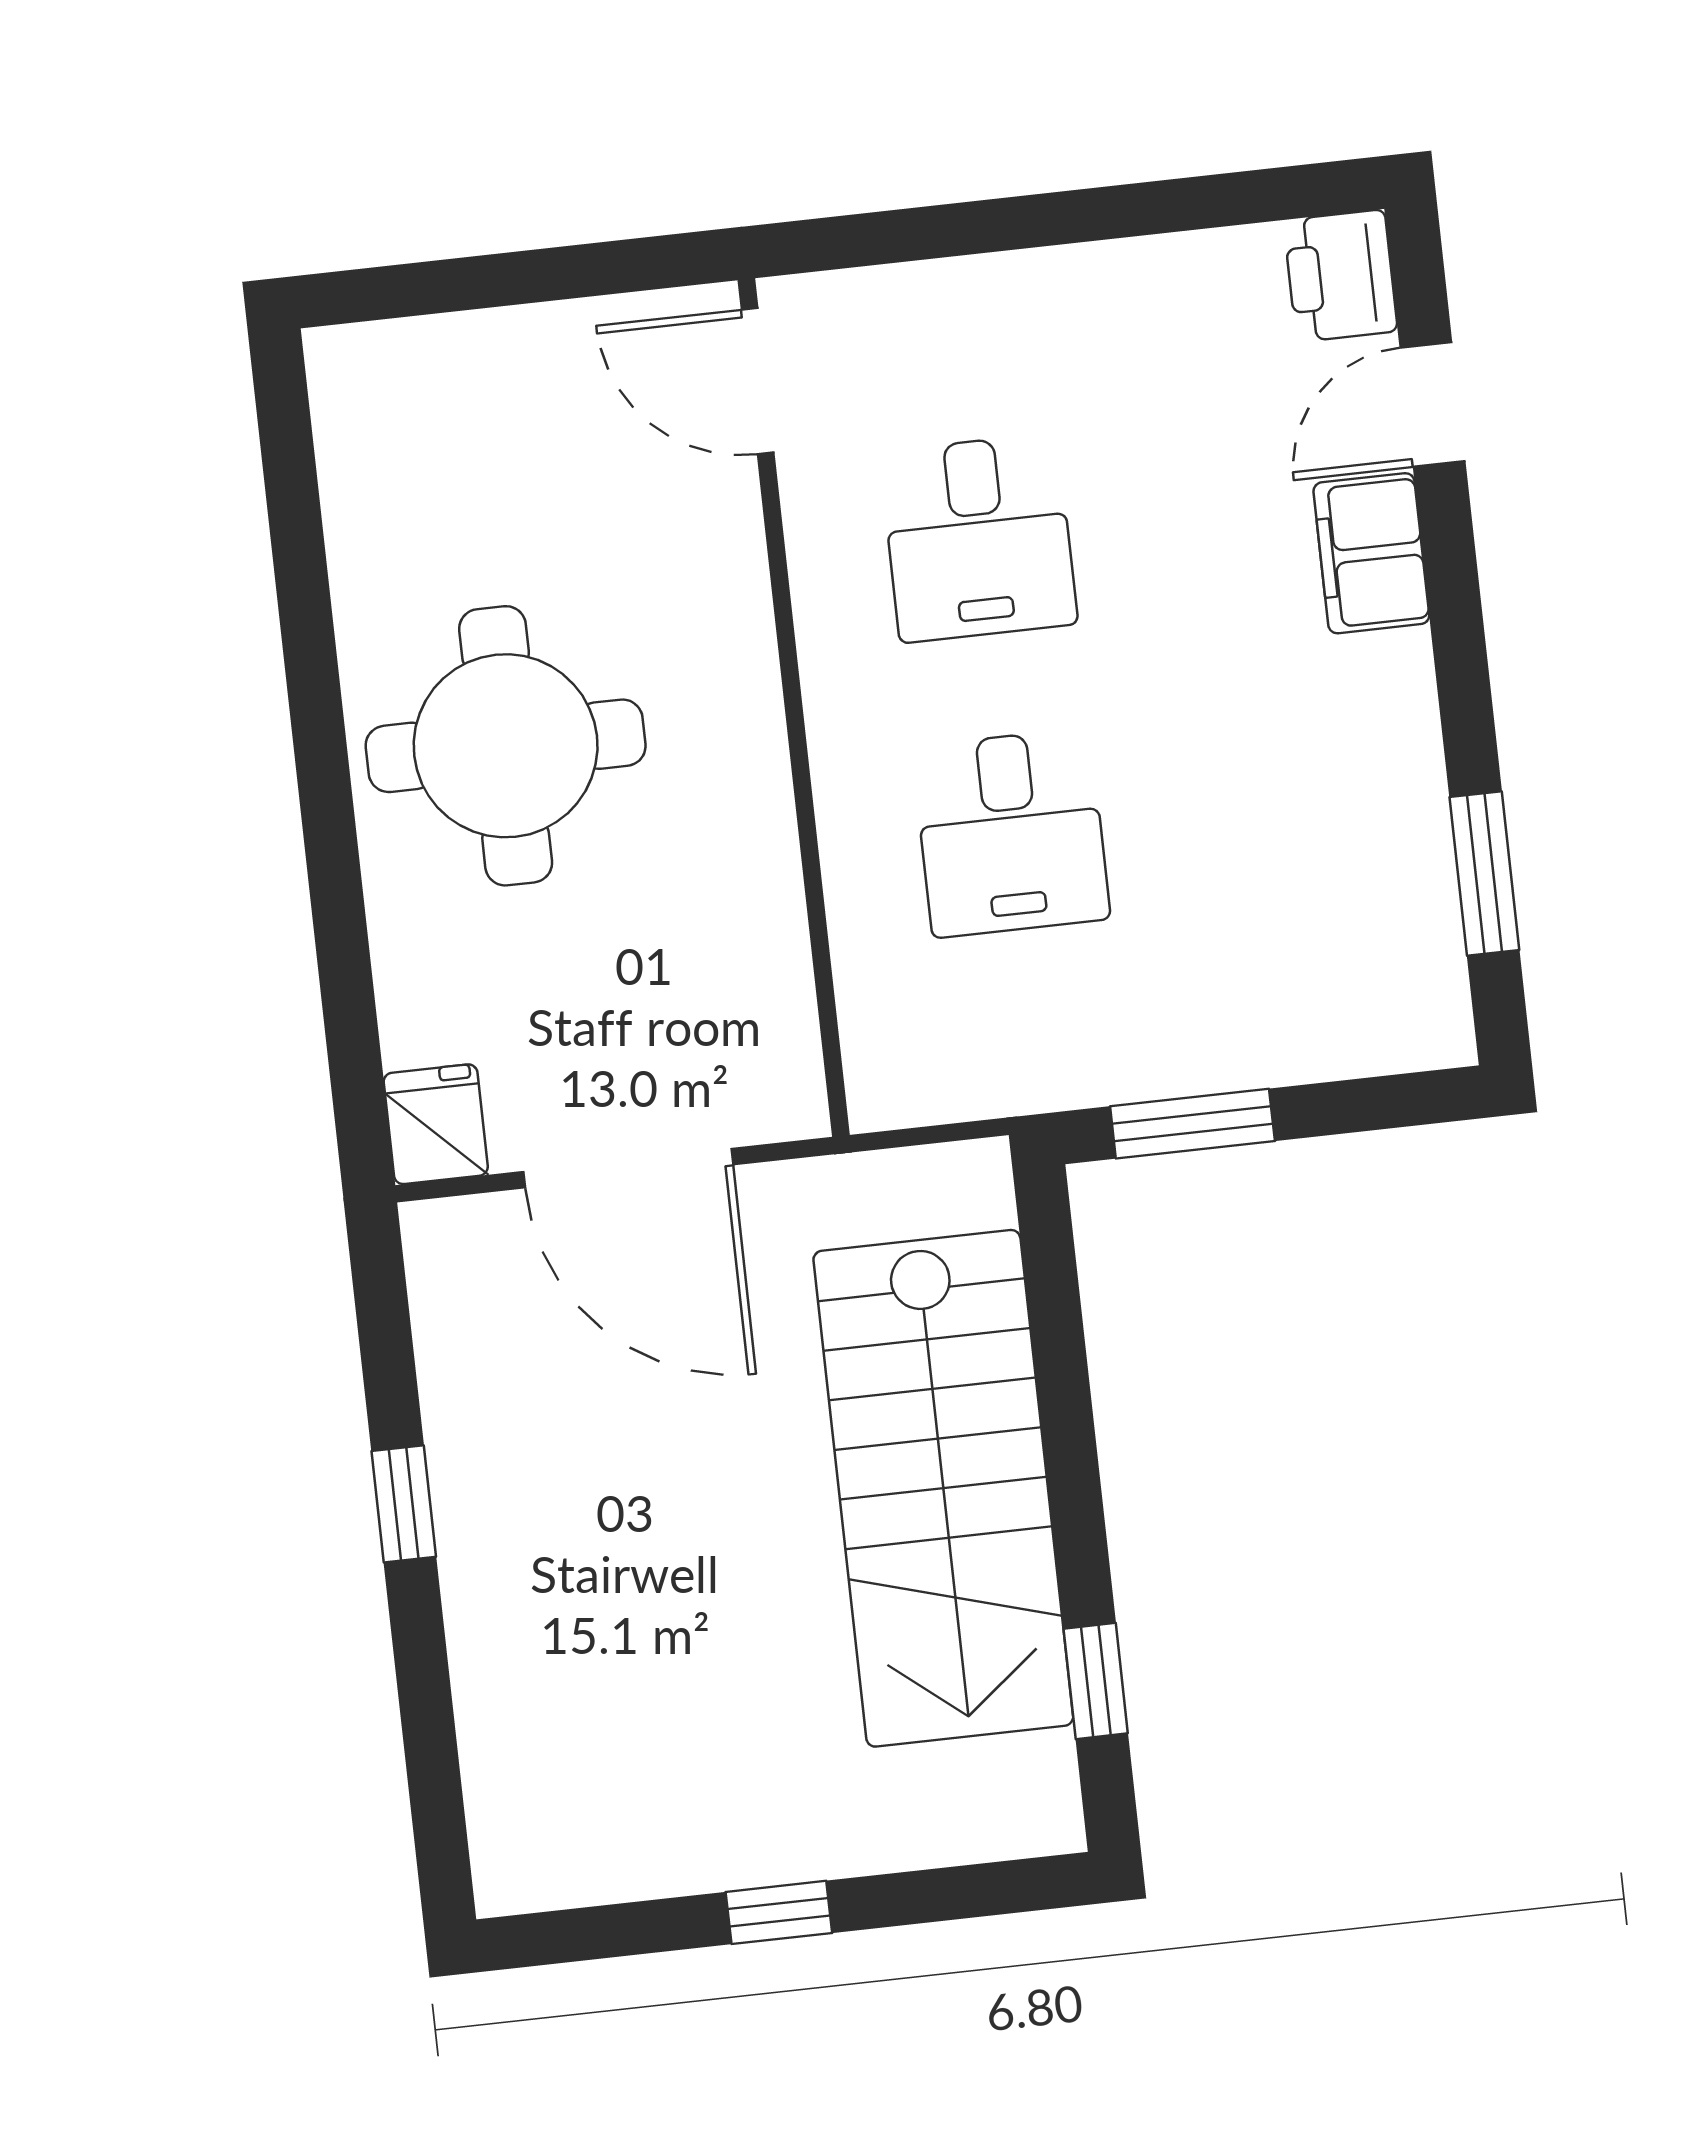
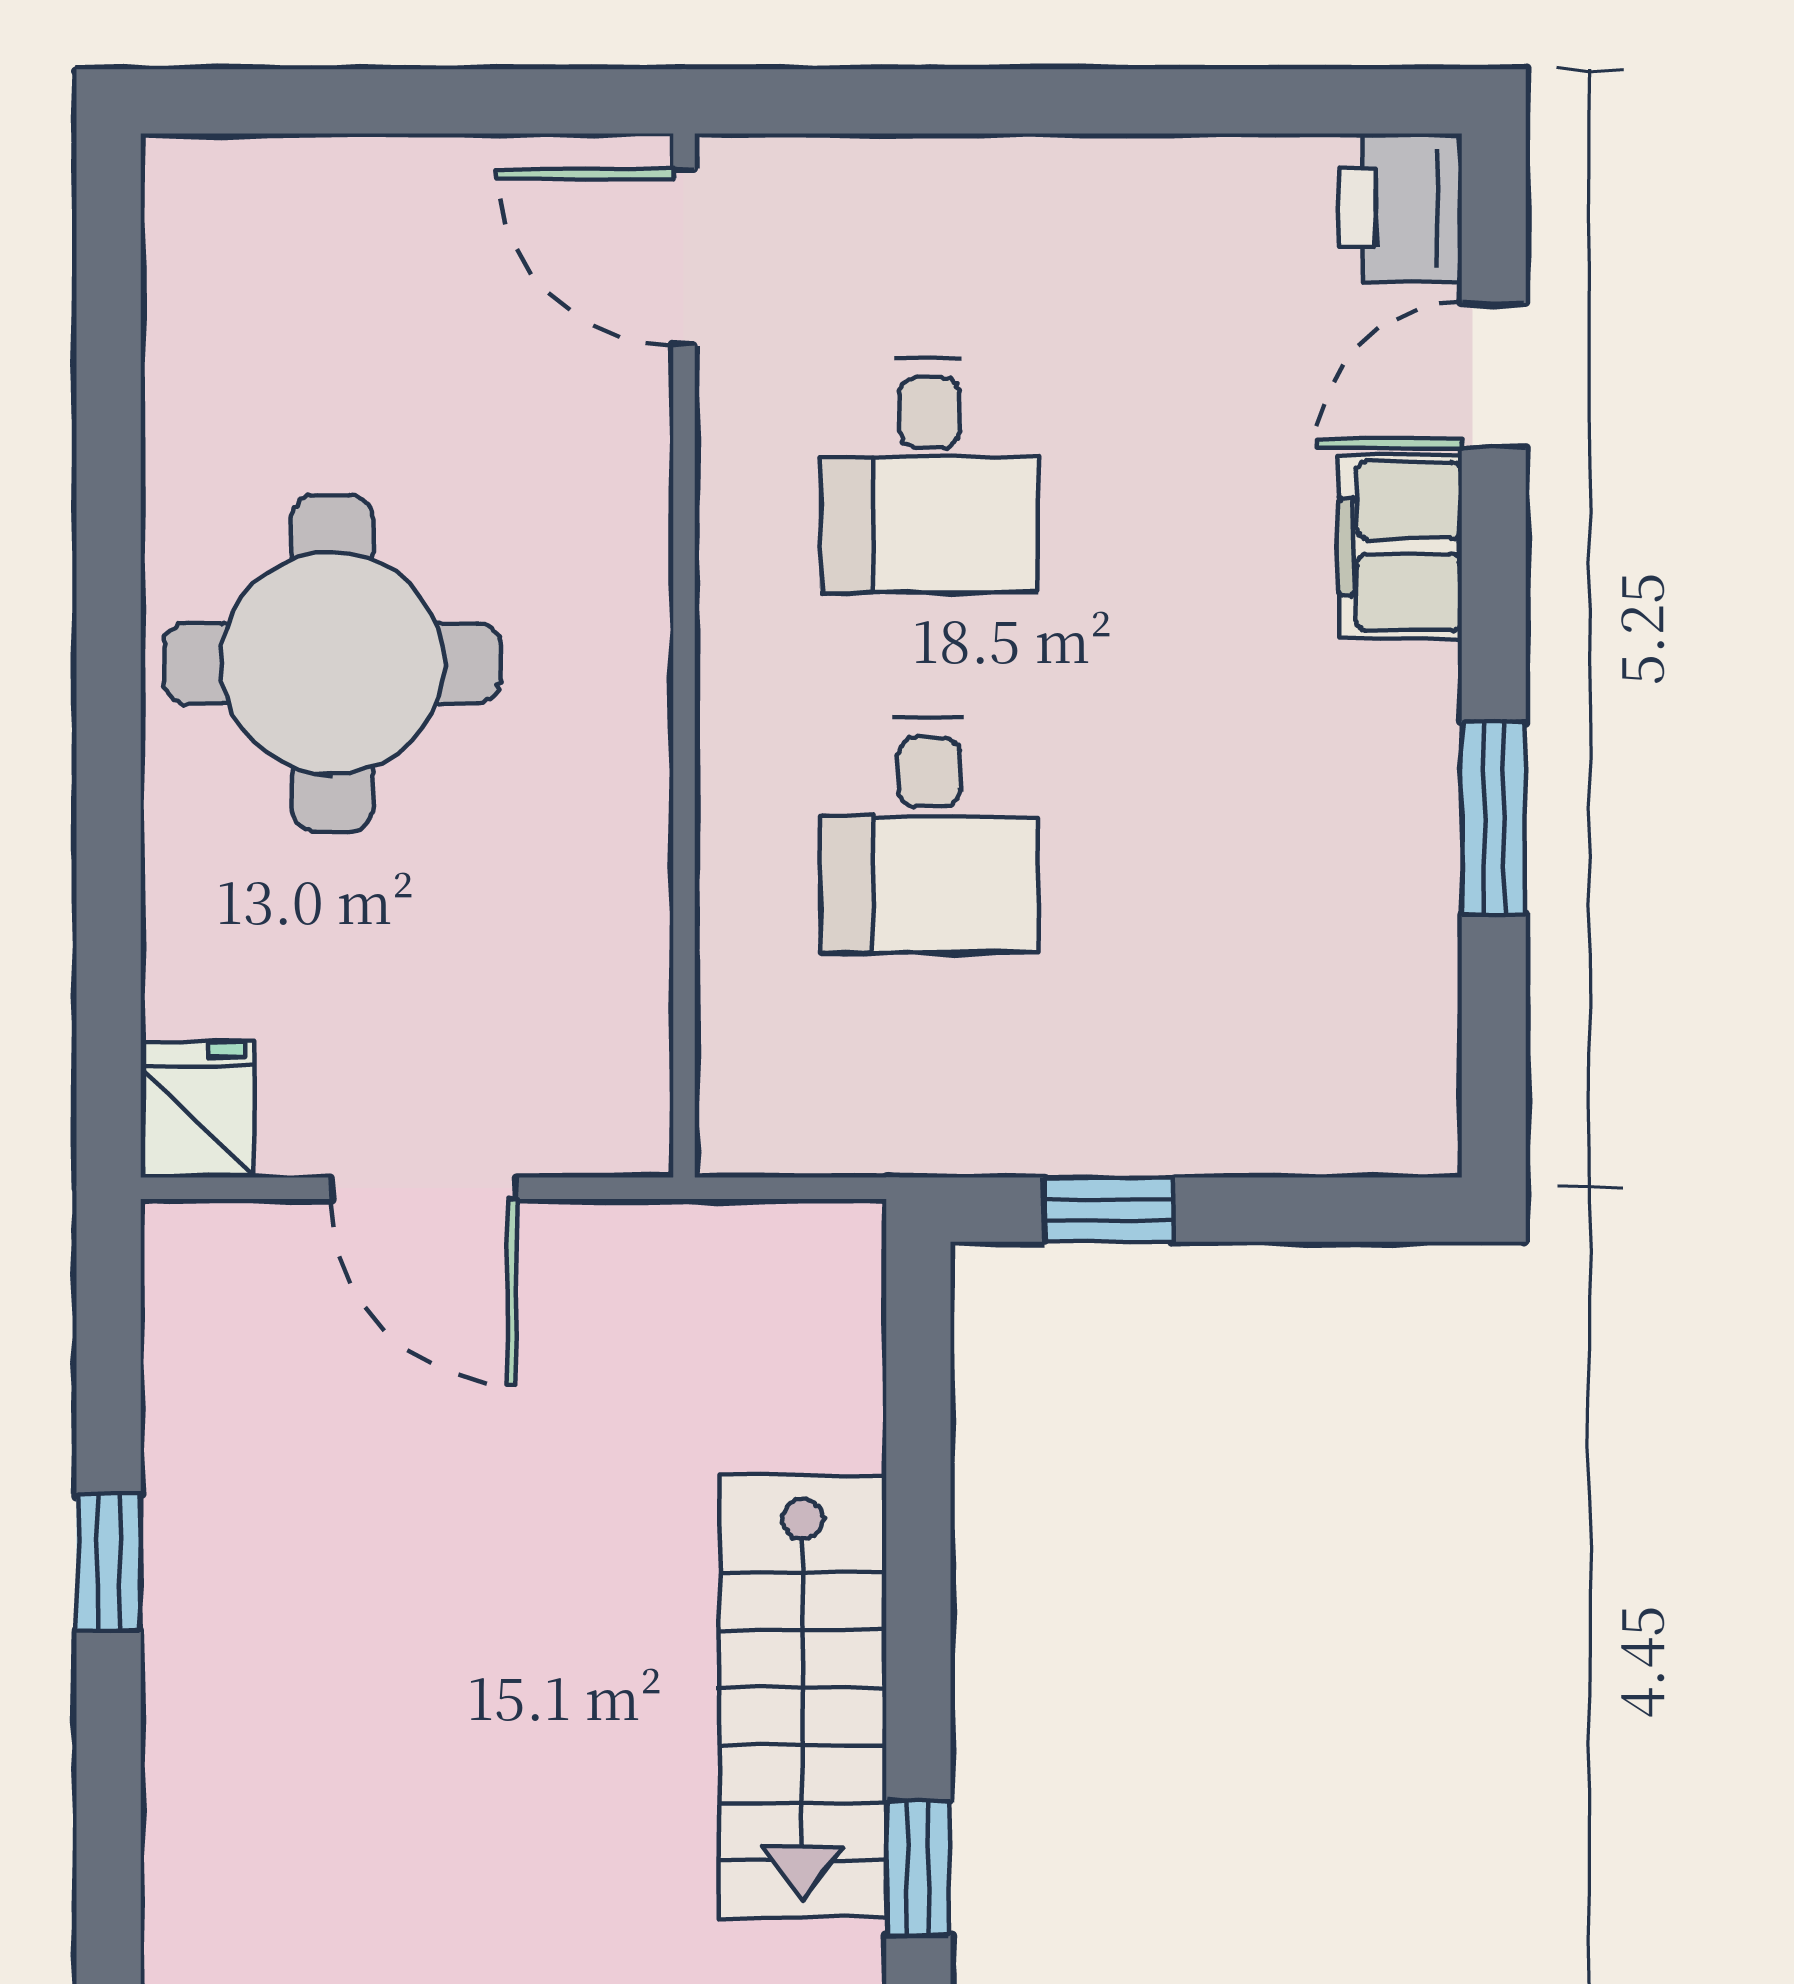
window: (1484, 874) -> (1494, 818), moved
window: (1192, 1124) -> (1109, 1210), width x0.67
door: (628, 1168) -> (424, 1188), width x0.73
stairs: (943, 1488) -> (803, 1696), width x0.73, depth x0.66

